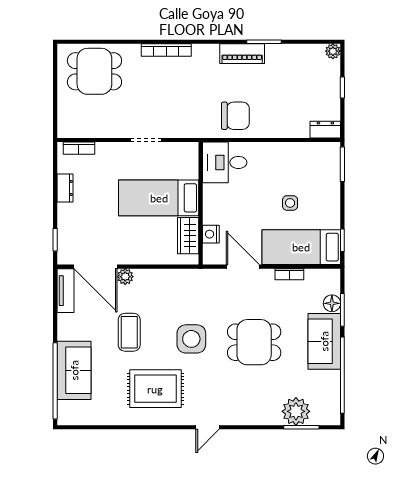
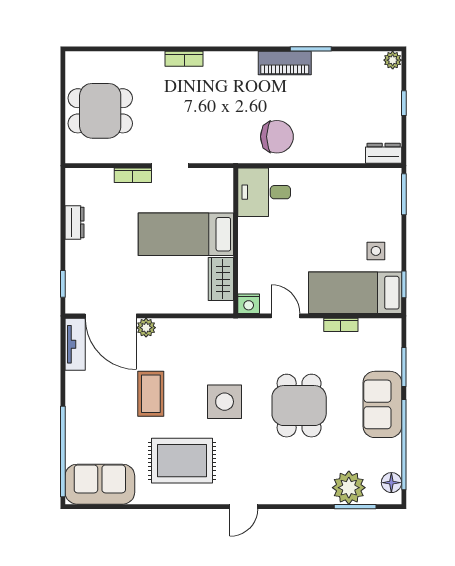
bookcase: (166, 50) -> (184, 59), width x0.64
dining table: (94, 71) -> (100, 111), moved
bookcase: (79, 148) -> (133, 175), moved
side table: (290, 203) -> (376, 251), moved
nightstand: (211, 234) -> (249, 304), moved, turned -90
door: (243, 267) -> (286, 316), width x0.73
floor lamp: (332, 303) -> (391, 483), moved
dining table: (254, 342) -> (299, 406), turned 90
sofa: (74, 370) -> (100, 484), moved, turned -90

